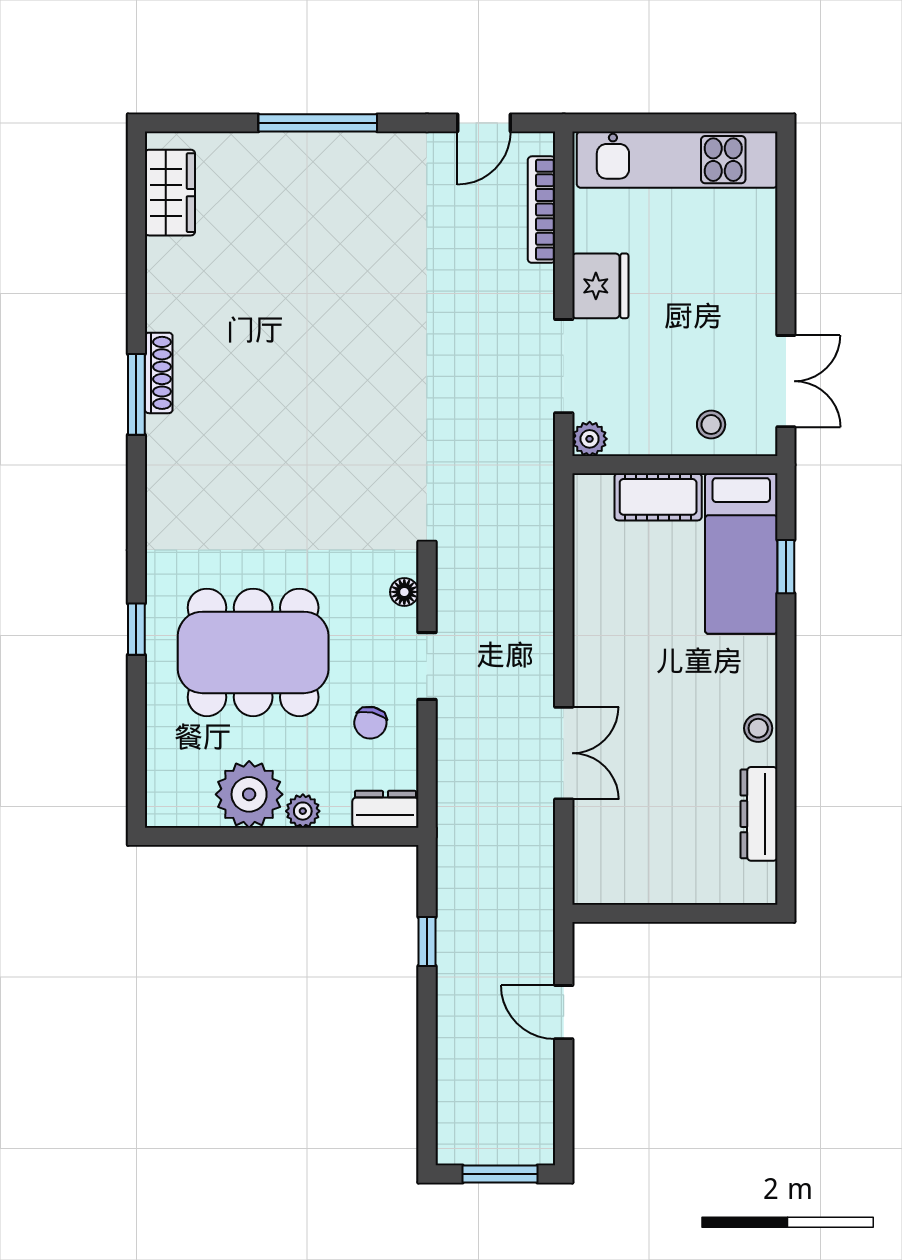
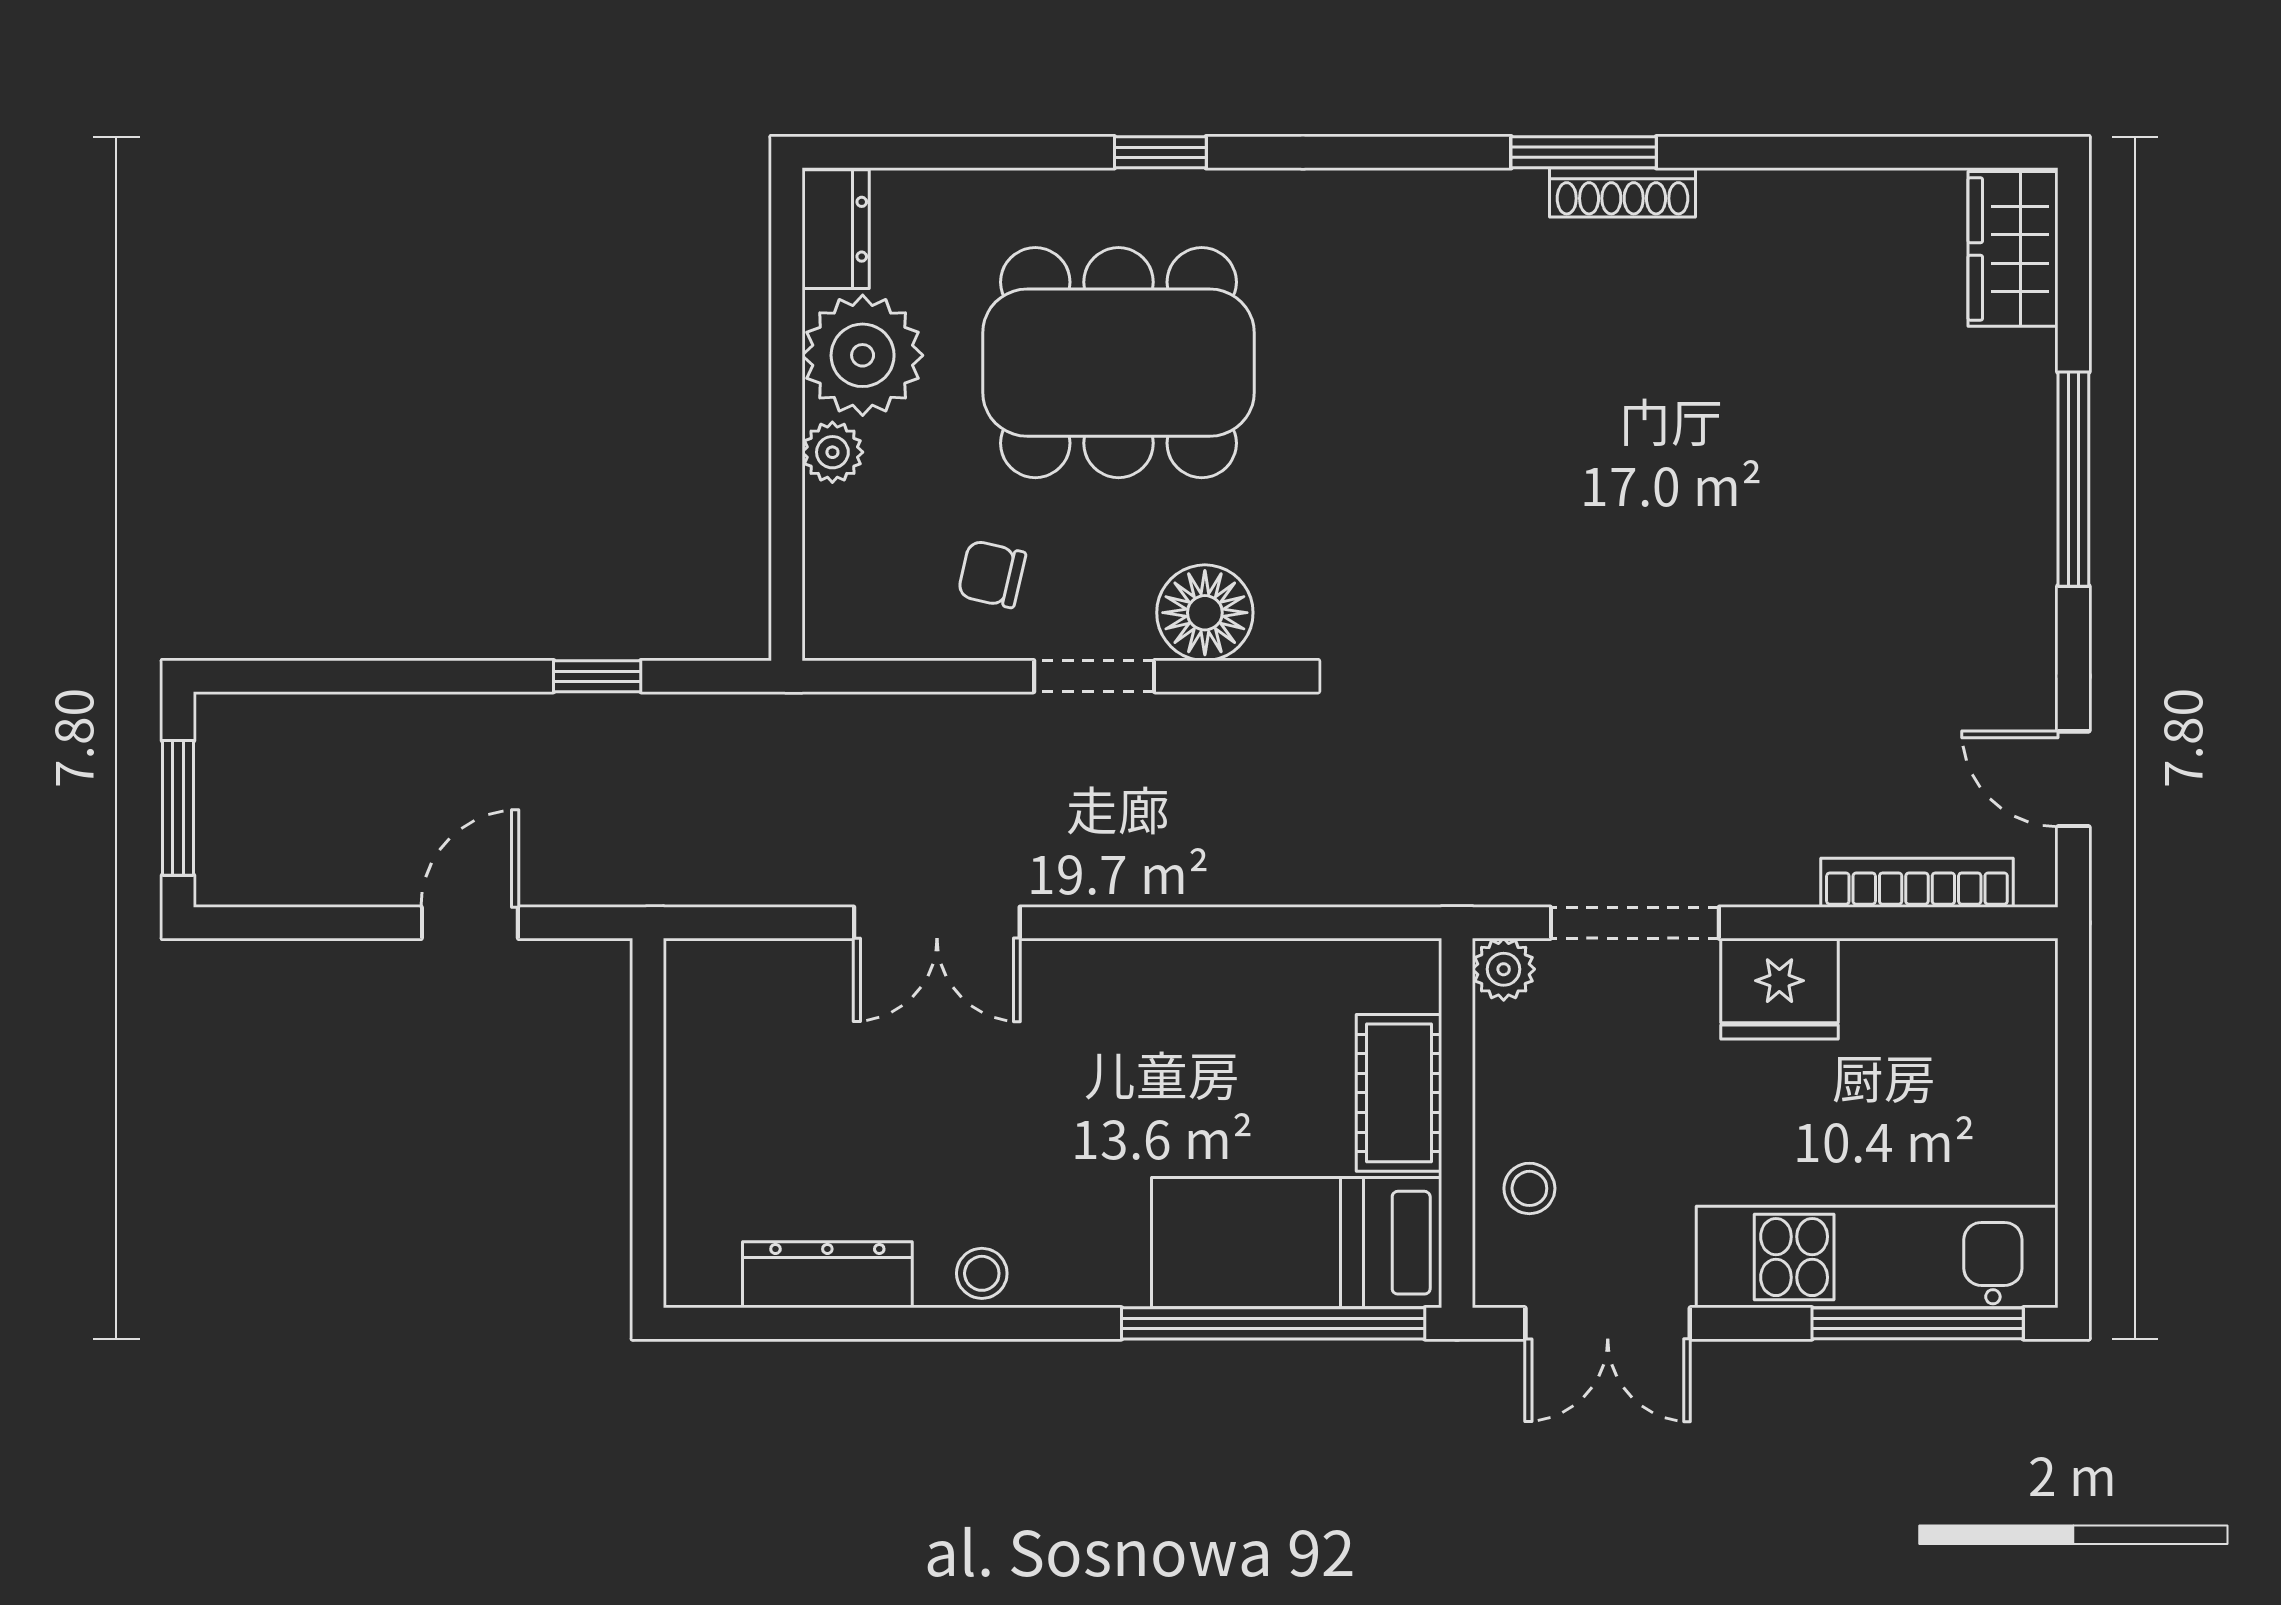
kitchen unit: (677, 160) -> (1877, 1257), moved, turned 90
wardrobe: (170, 193) -> (2013, 249), moved, turned 90
window: (786, 209) -> (1918, 1323), added
window: (786, 567) -> (1273, 1323), width x3.17
floor lamp: (404, 592) -> (1205, 613), width x1.89, depth x1.89
dining table: (253, 652) -> (1118, 363), turned 90
dresser: (385, 809) -> (836, 229), moved

